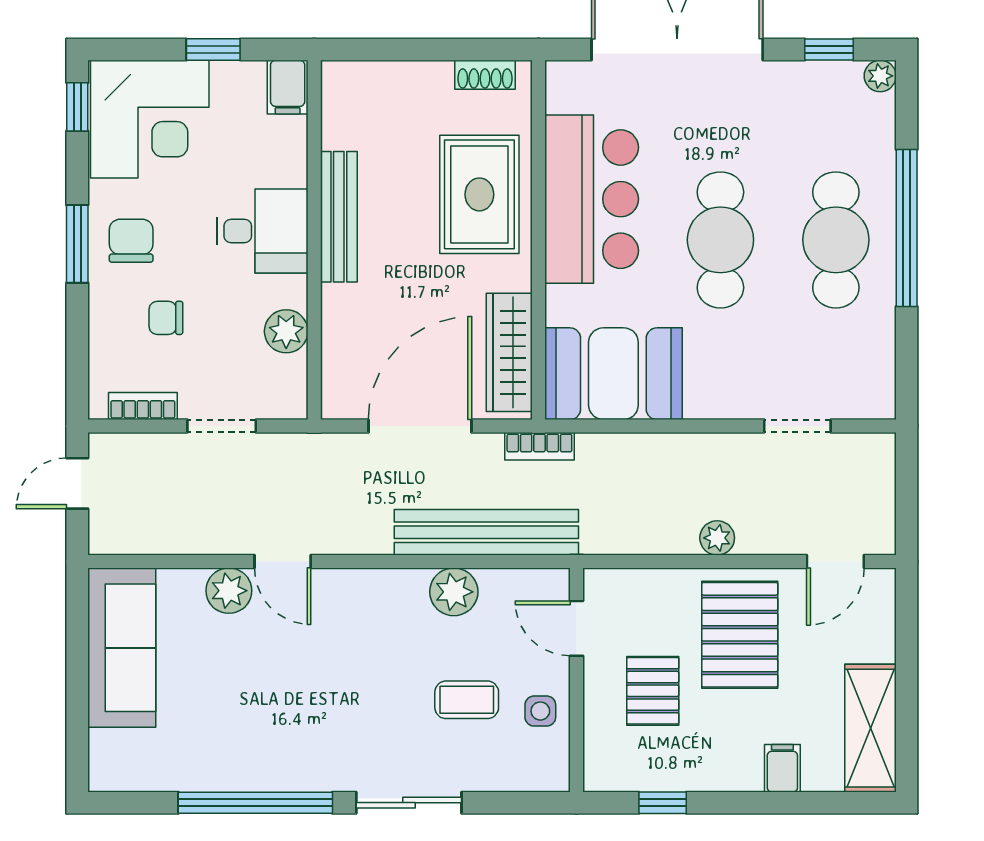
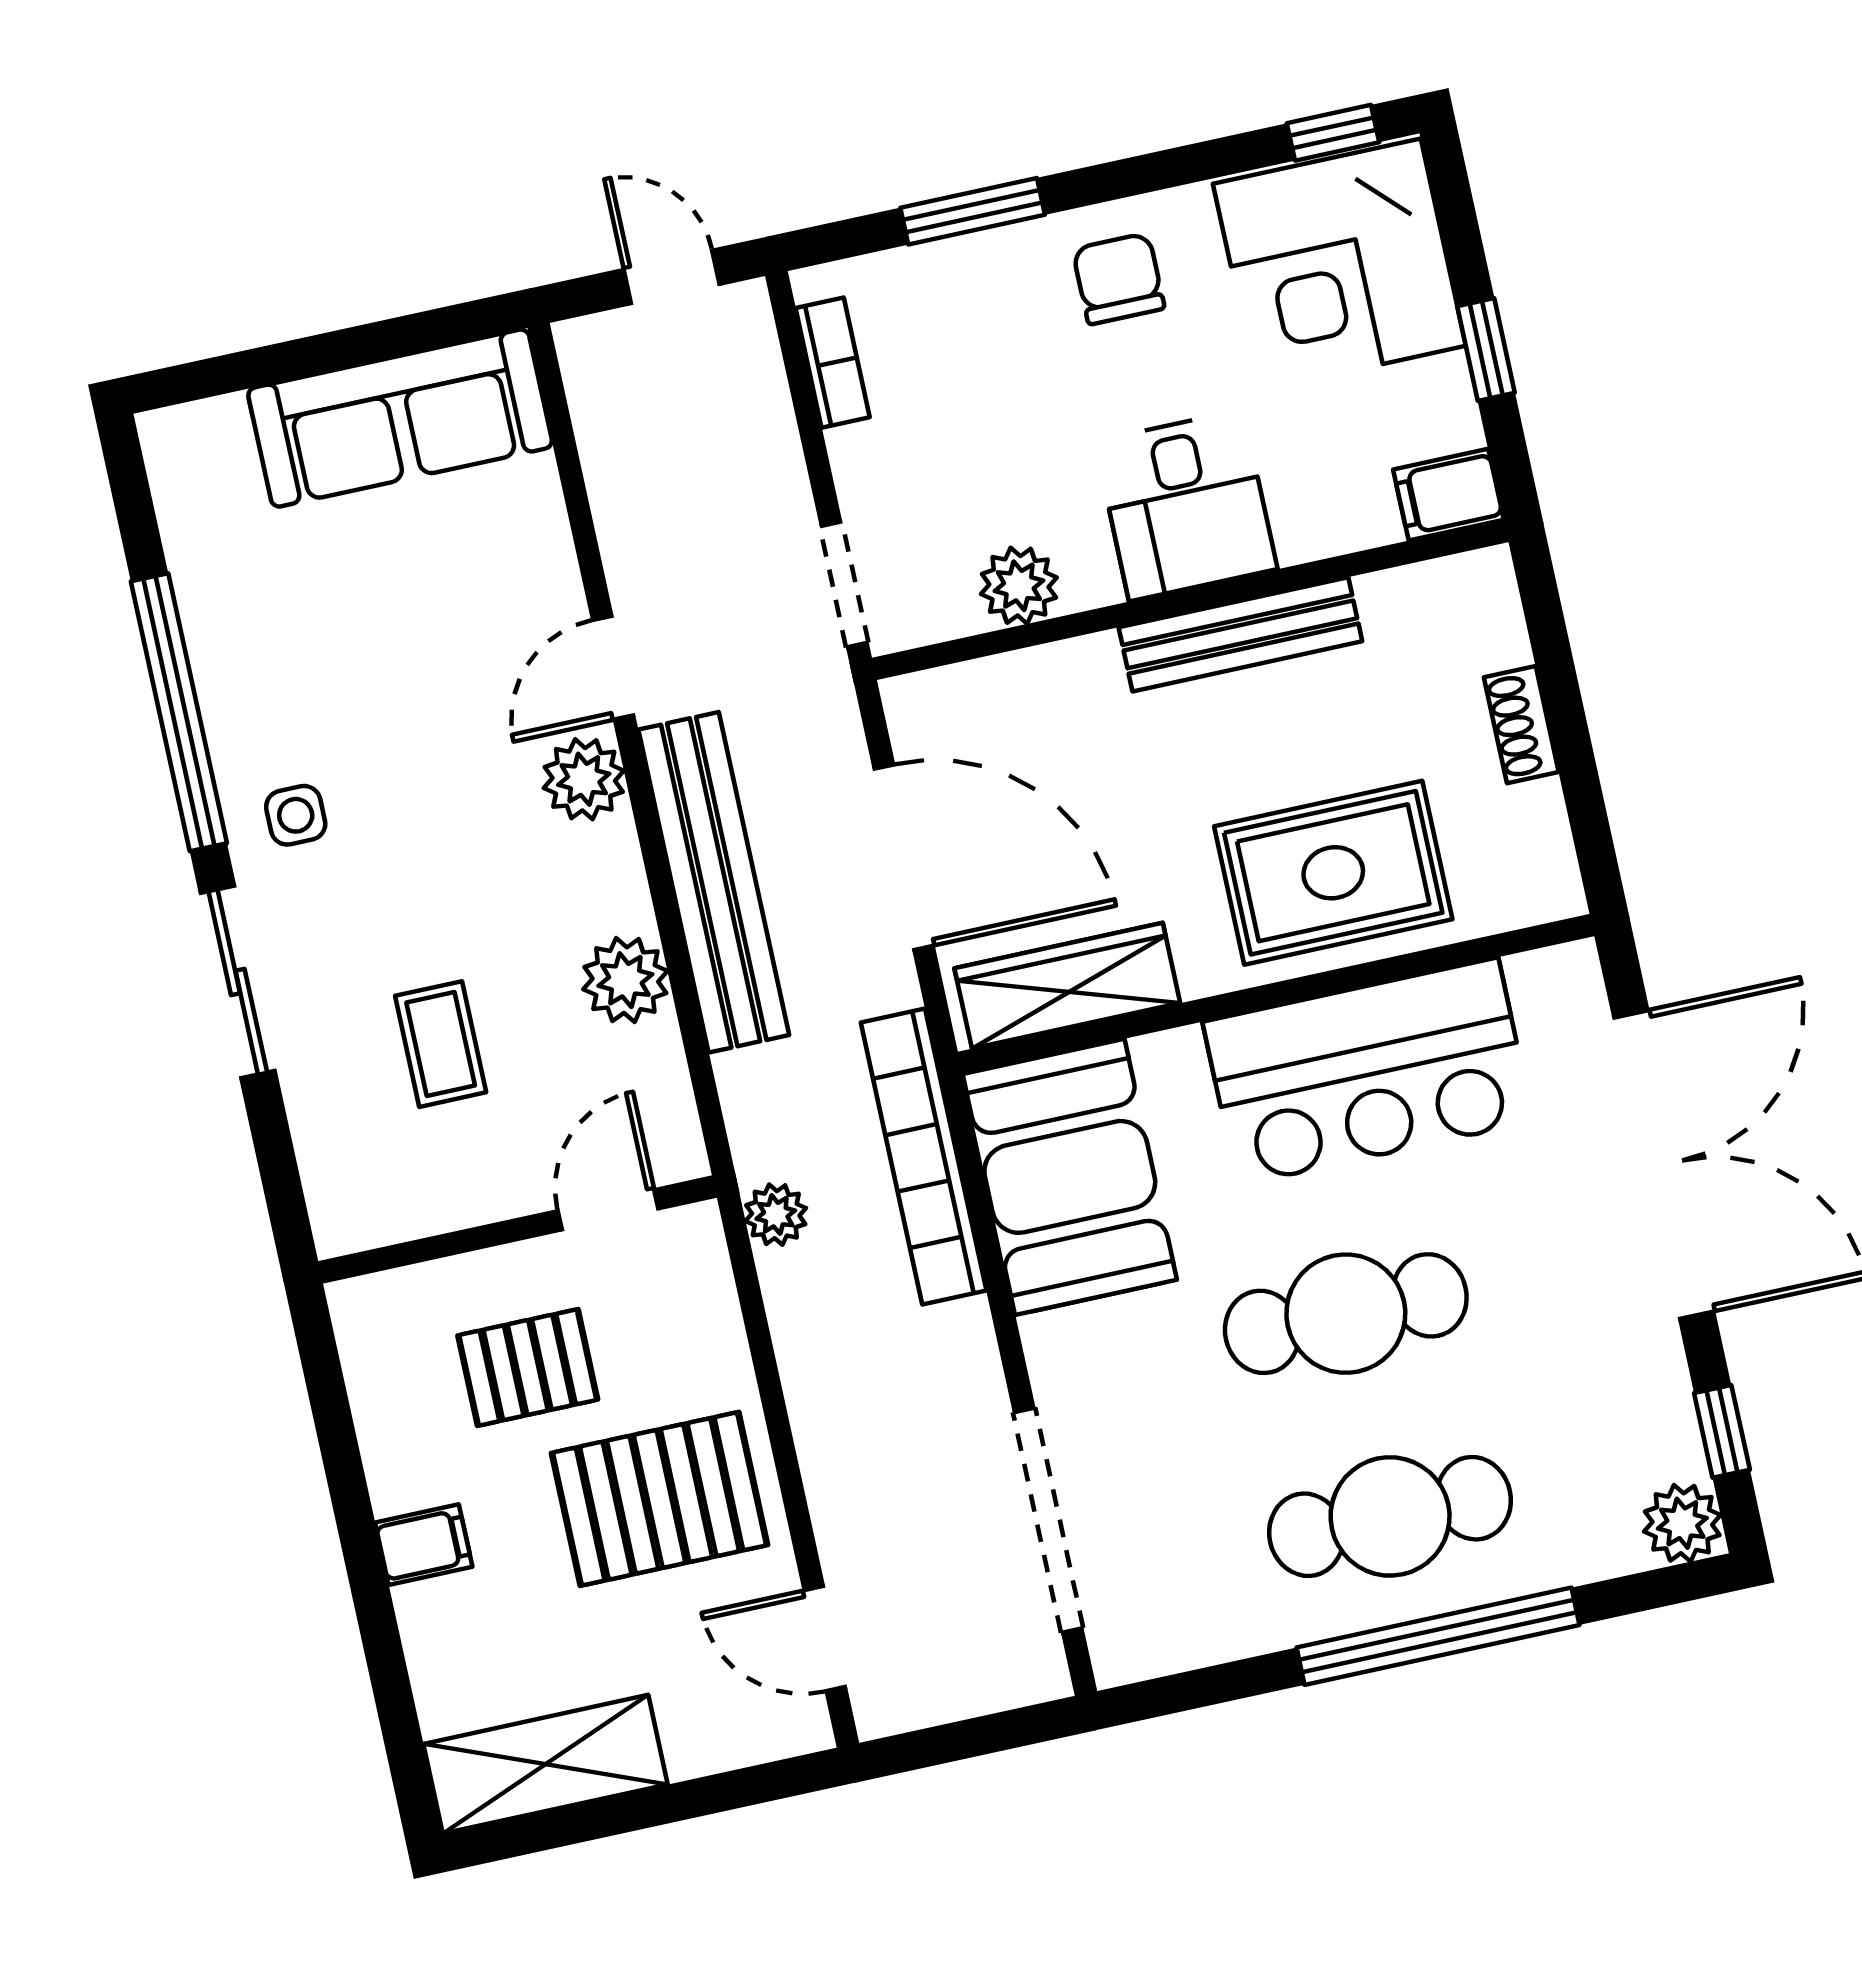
shoe rack: (485, 75) -> (1521, 725), moved
plant: (880, 76) -> (1682, 1523), width x1.38, depth x1.38
chair: (131, 241) -> (1119, 279), turned -90
window: (77, 244) -> (973, 211), moved
chair: (166, 318) -> (996, 369), removed
doorway: (222, 426) -> (844, 584), moved
doorway: (797, 426) -> (1048, 1520), width x1.88
bookcase: (539, 446) -> (924, 1157), width x2.31, depth x1.31
bench: (486, 532) -> (714, 882), moved
plant: (717, 538) -> (776, 1215), moved
plant: (229, 591) -> (584, 779), moved
side table: (540, 711) -> (296, 815), moved
filing cabinet: (782, 768) -> (424, 1545), moved
window: (663, 803) -> (335, 1428), removed

